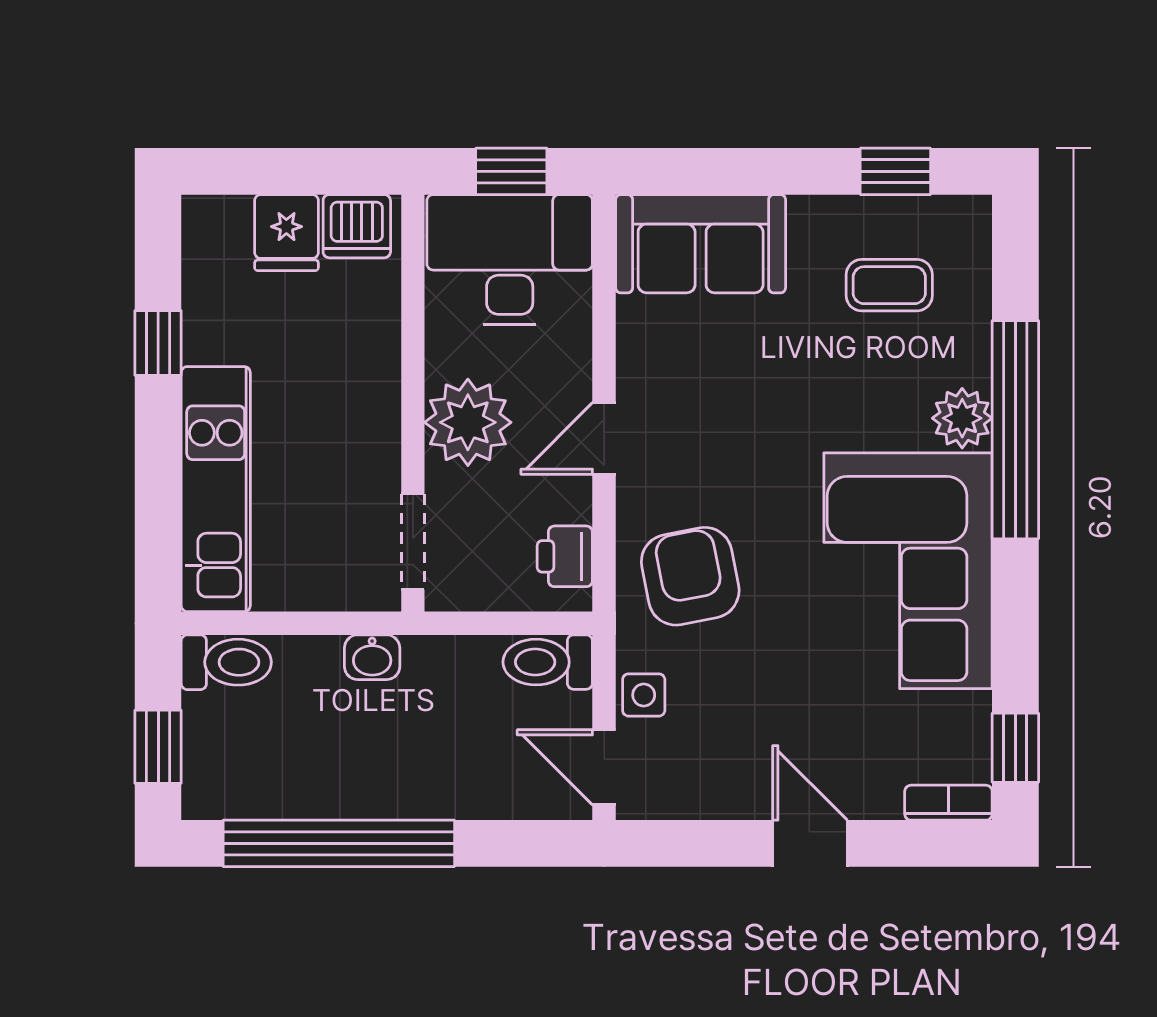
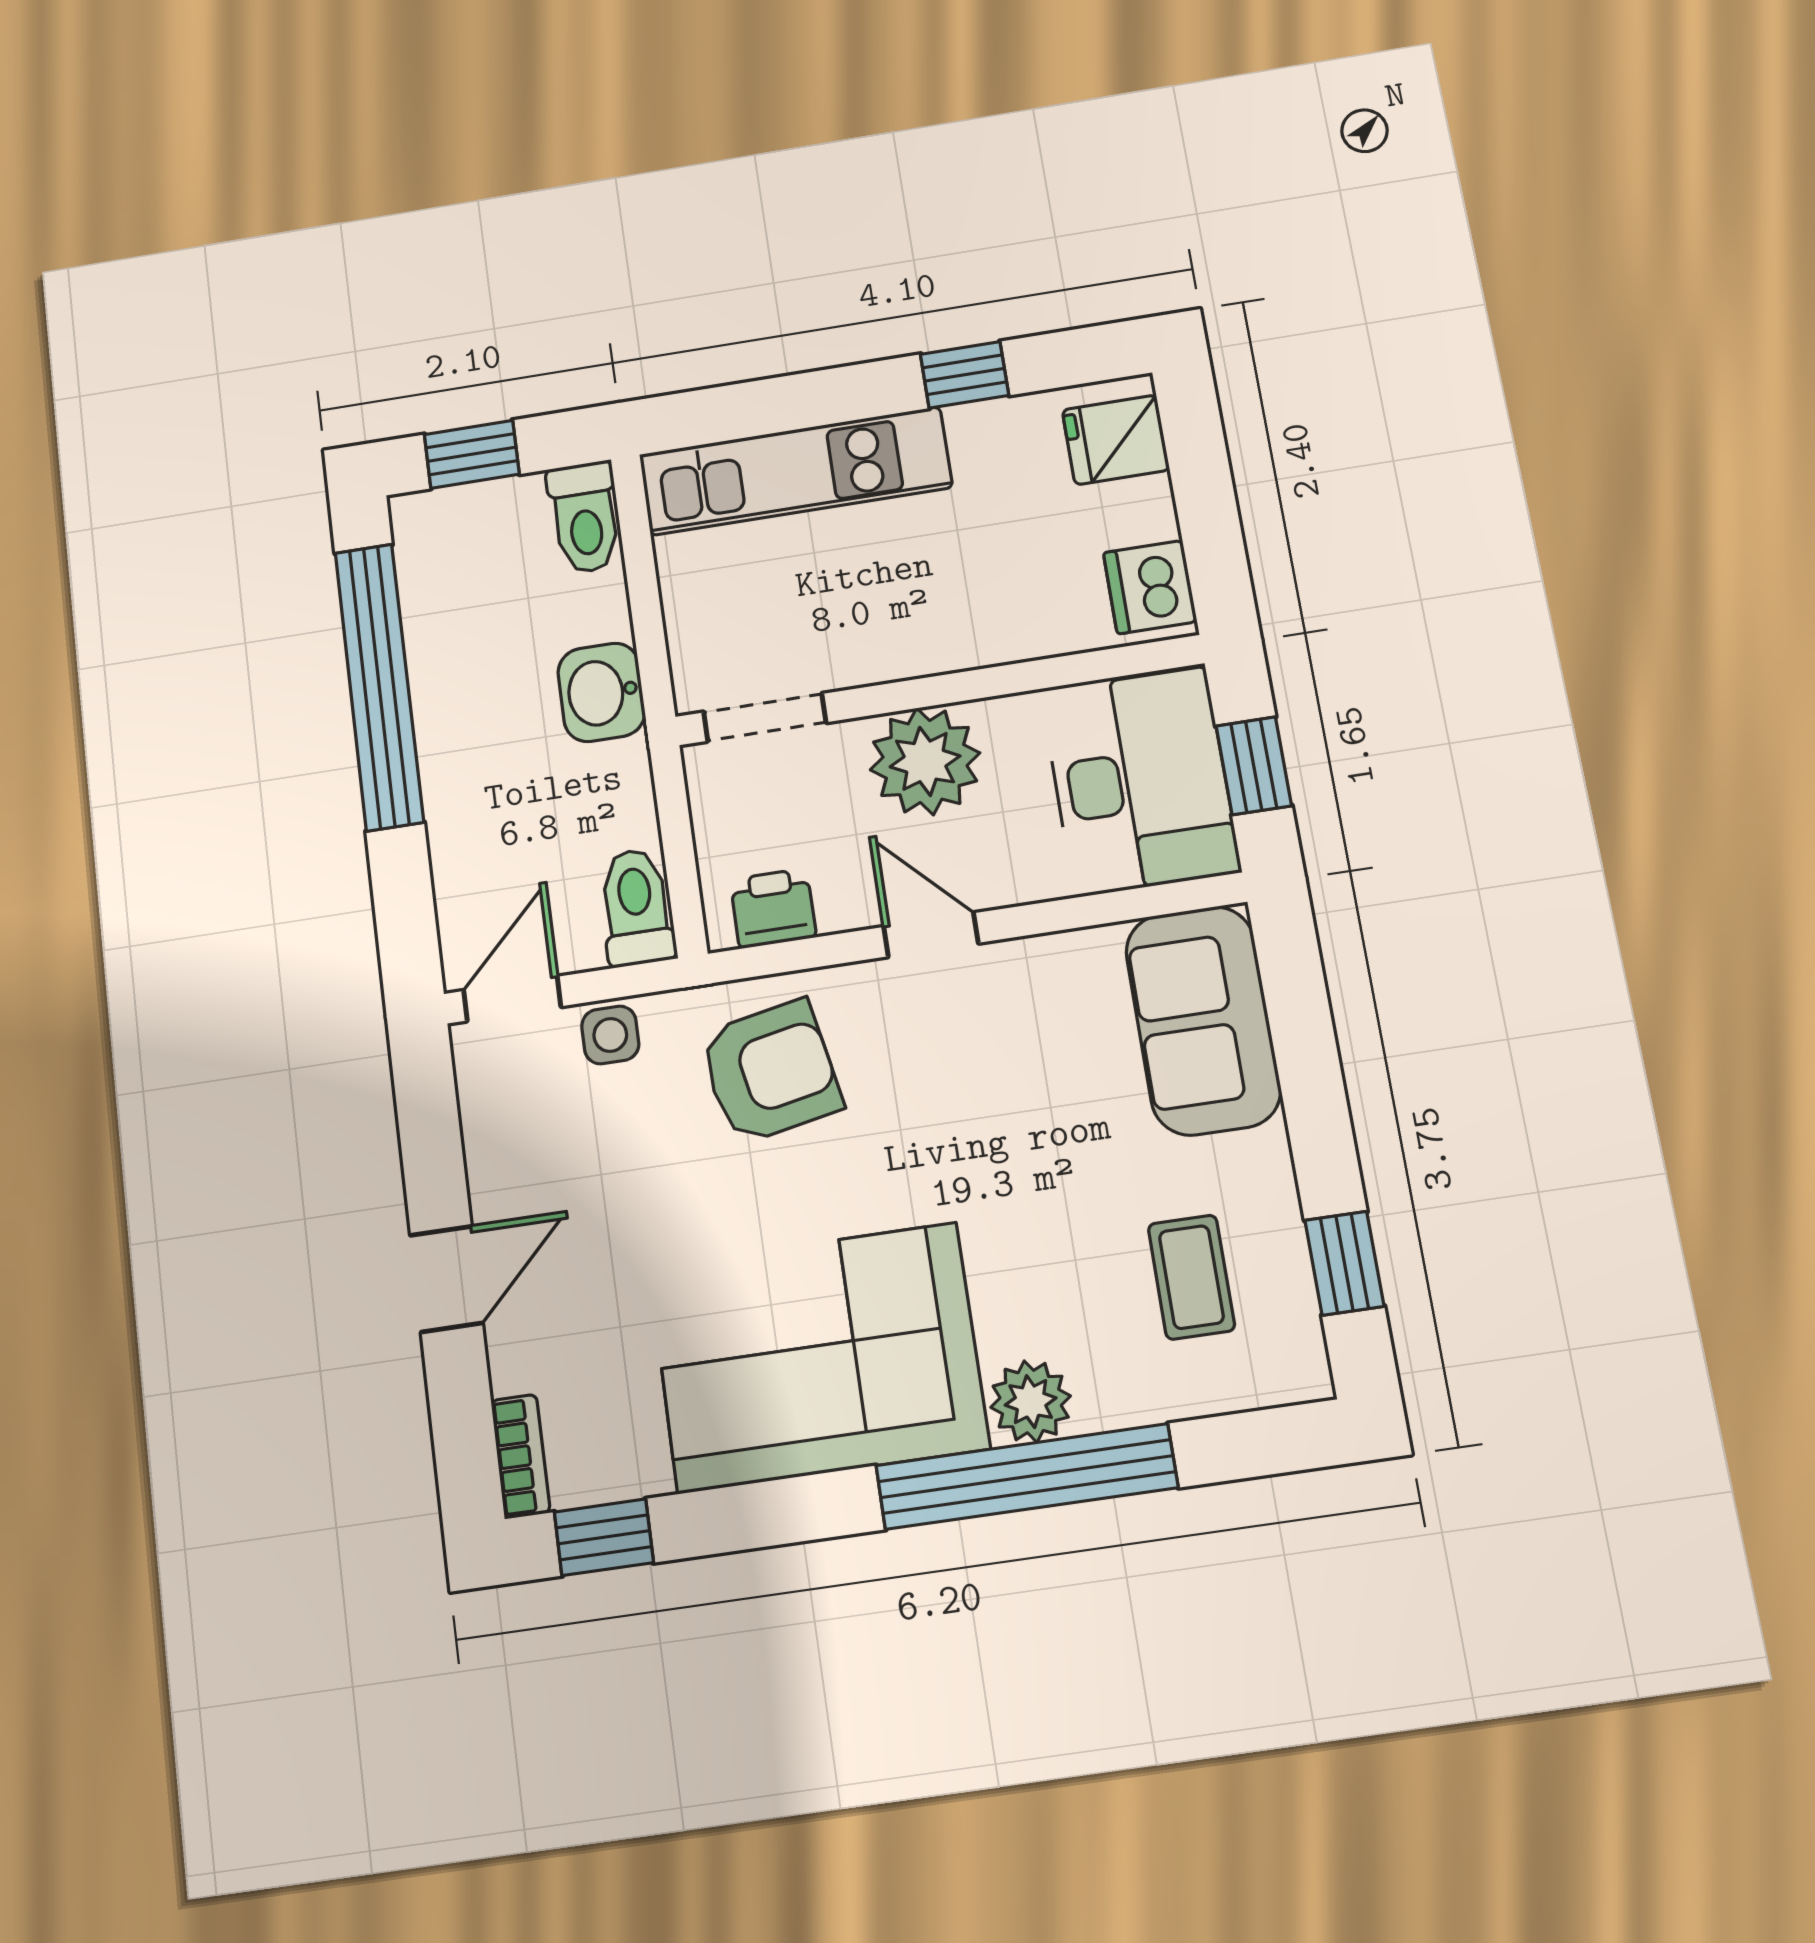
fridge: (286, 233) -> (1116, 440), moved
washbasin: (372, 657) -> (601, 692), width x1.38, depth x1.45

